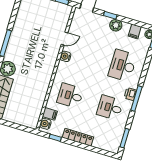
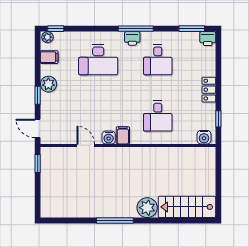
filing cabinet: (50, 114) -> (123, 135), moved
locker: (78, 137) -> (209, 90), width x0.66
printer: (114, 147) -> (208, 39), added

